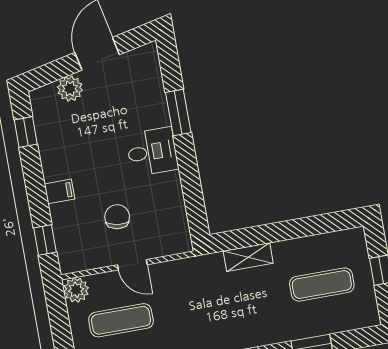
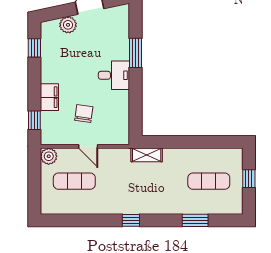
filing cabinet: (60, 191) -> (49, 97), width x2.00
shelving: (248, 257) -> (147, 155), moved

